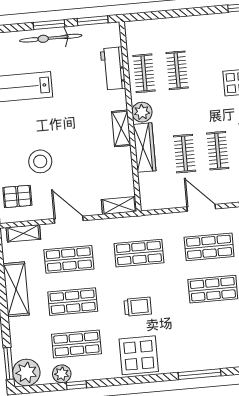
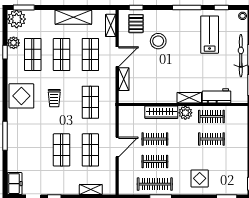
shelving: (121, 128) -> (189, 98), moved
shelving: (119, 205) -> (124, 79), moved

